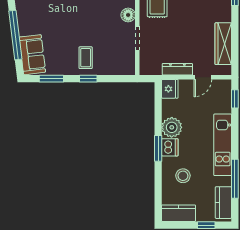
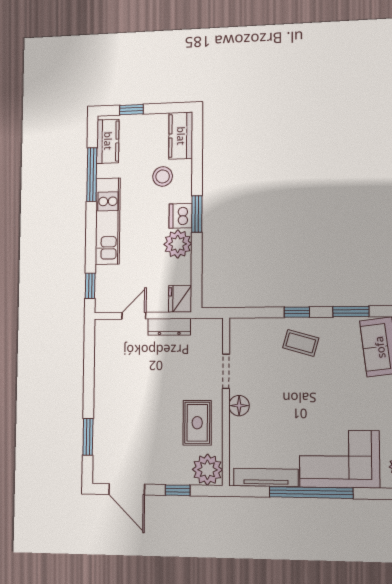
wardrobe: (223, 44) -> (105, 364), removed
coffee table: (86, 58) -> (301, 343), turned -74
kitchen counter: (178, 213) -> (181, 136), moved, turned 90

